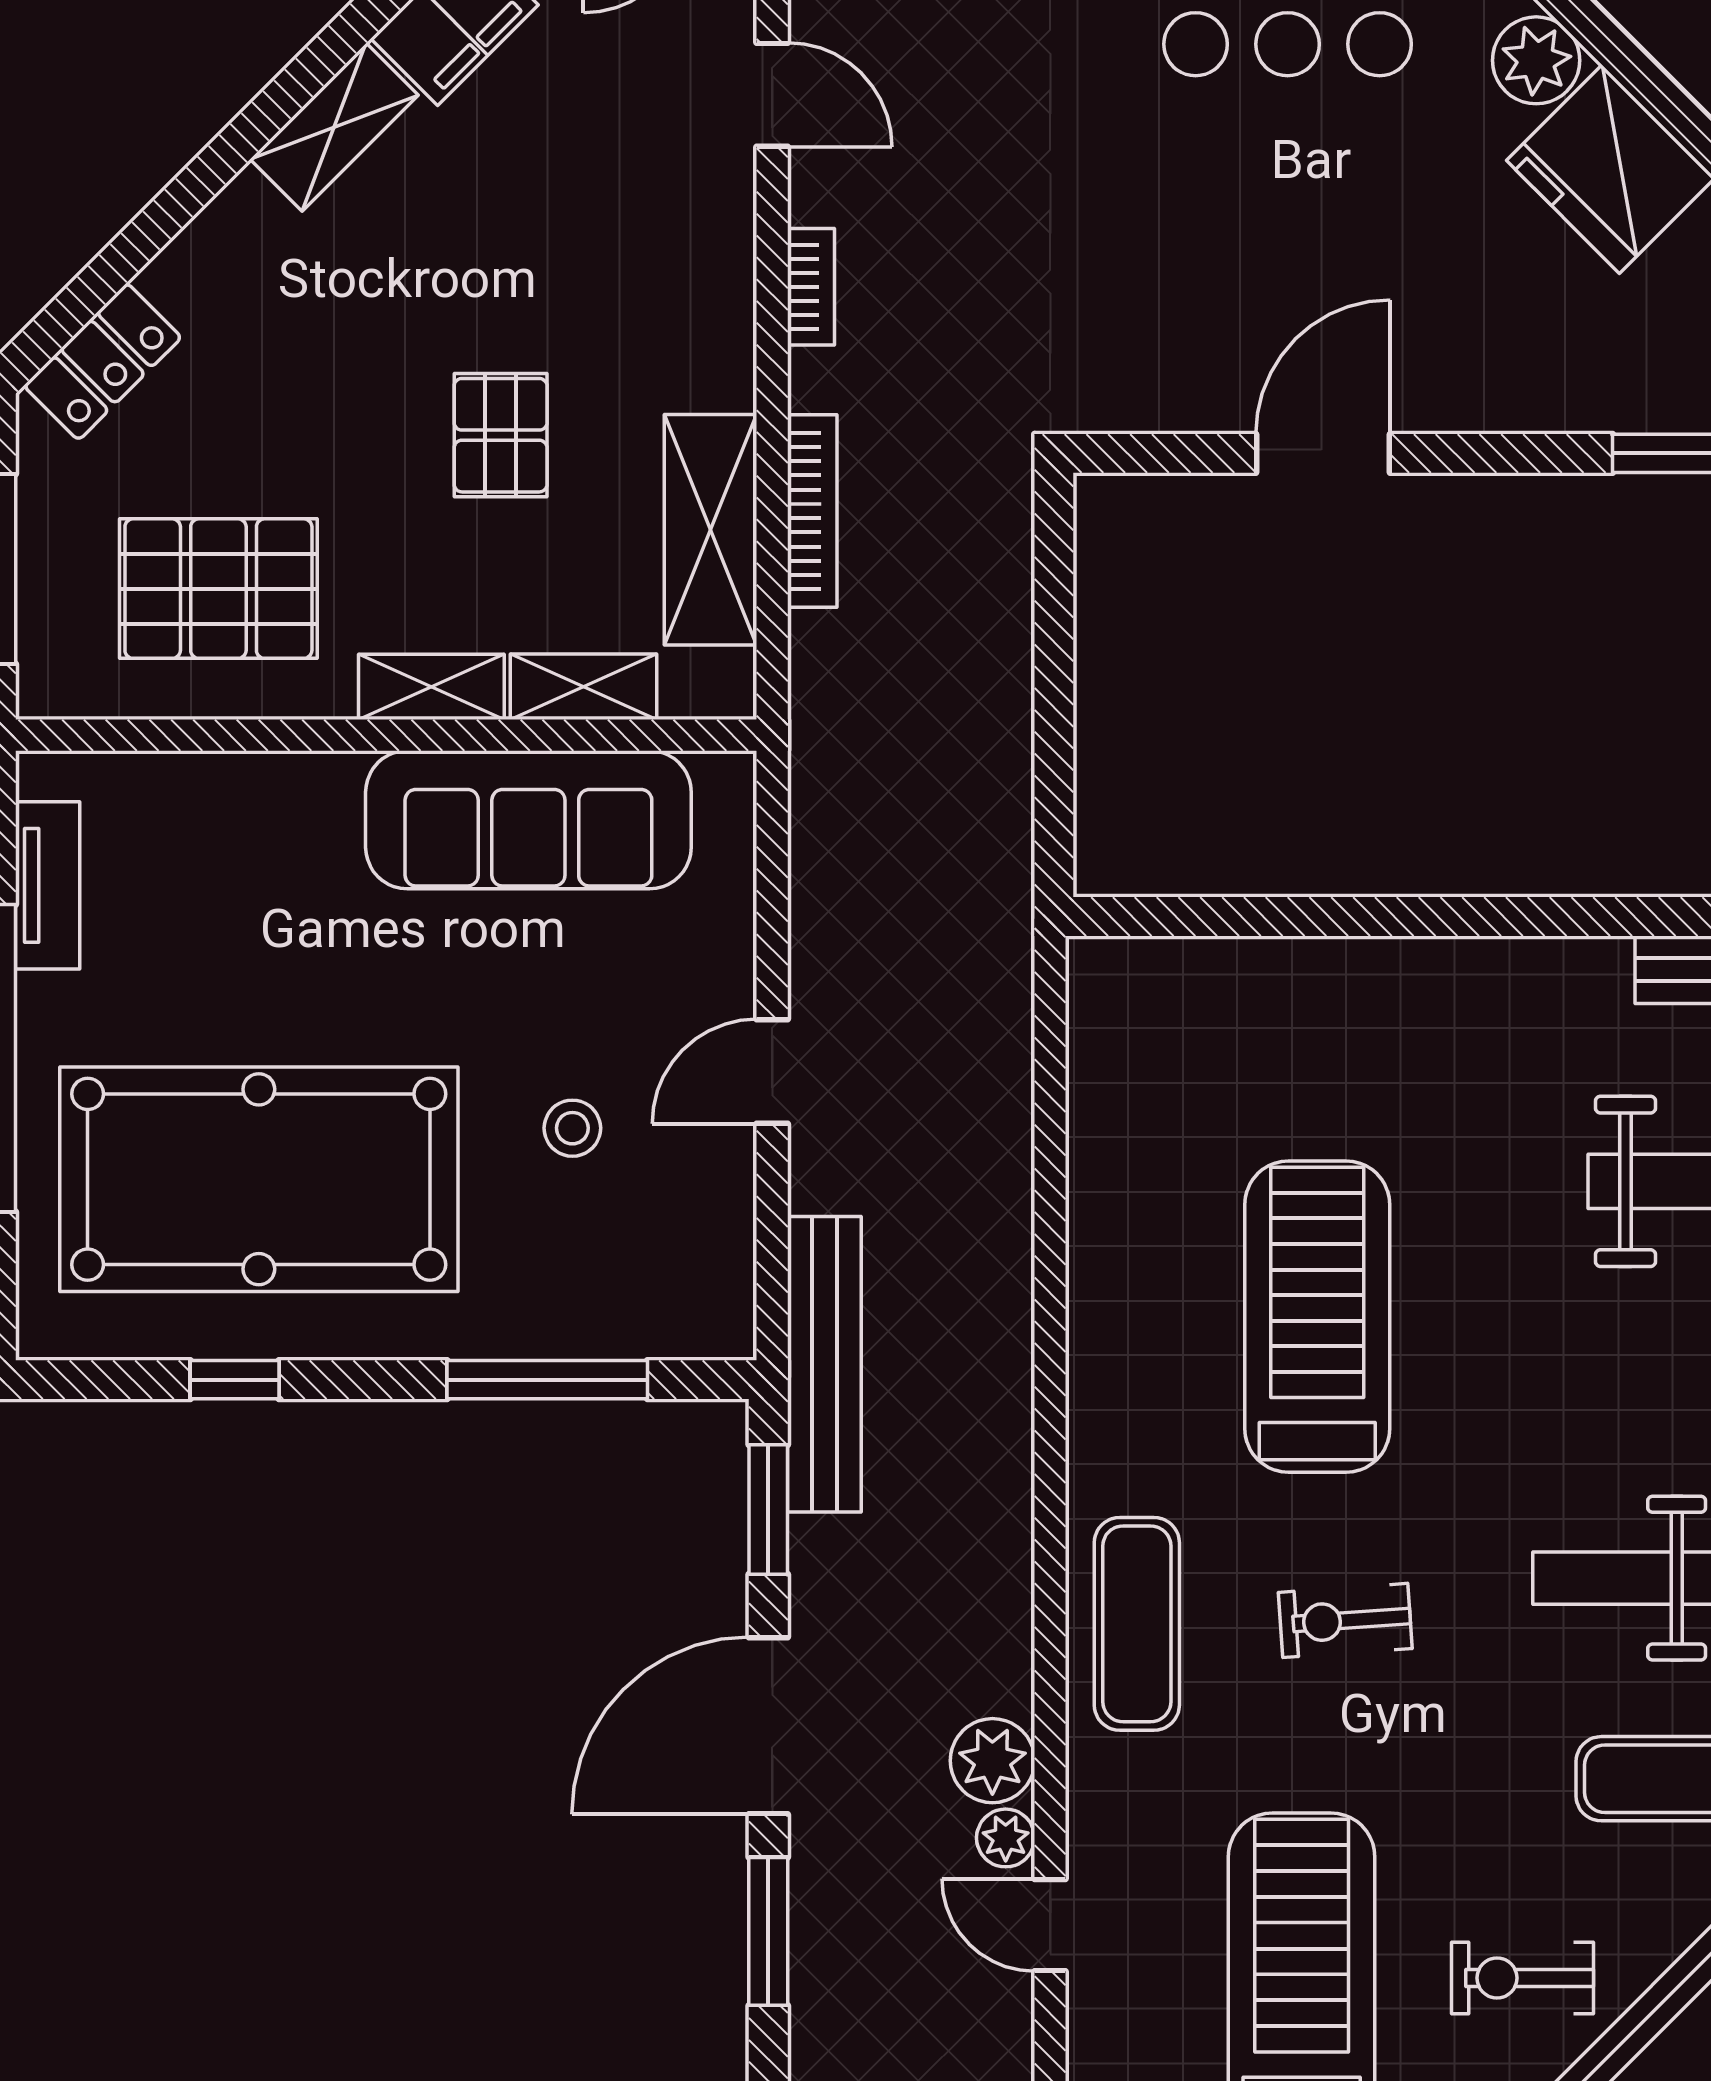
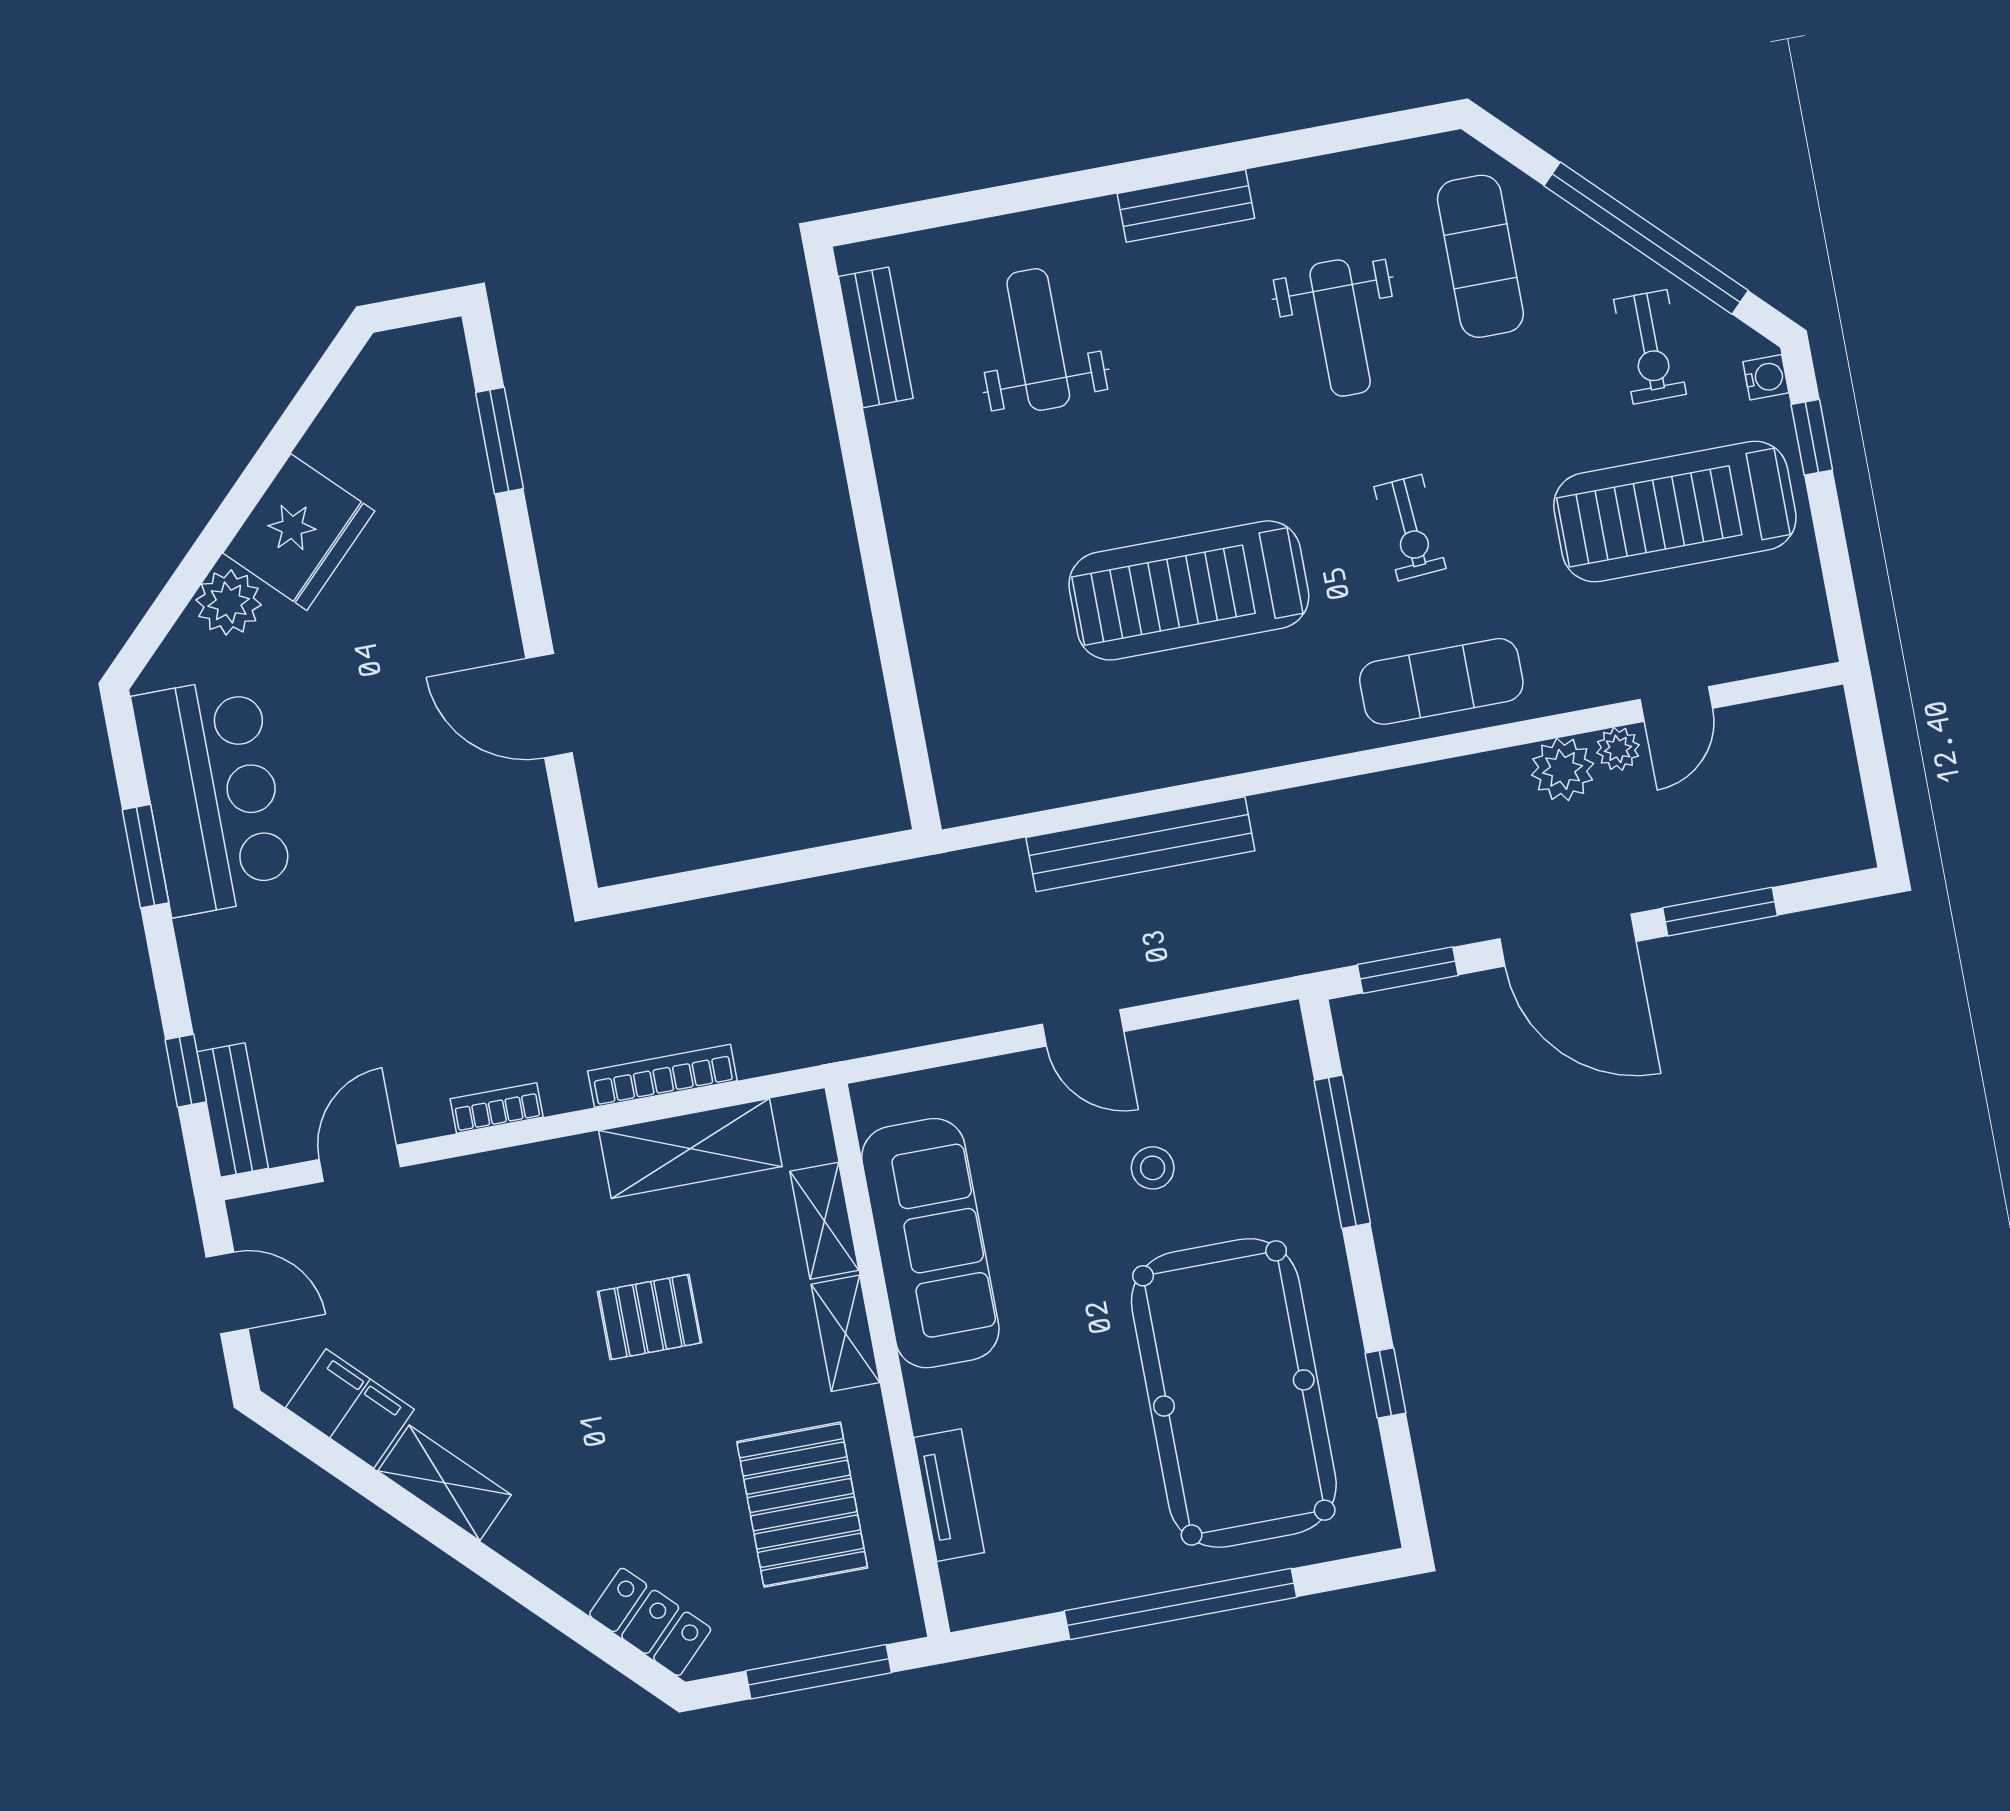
tv unit: (48, 885) -> (949, 1495), moved, turned 90
bench: (824, 1364) -> (1140, 844), moved

